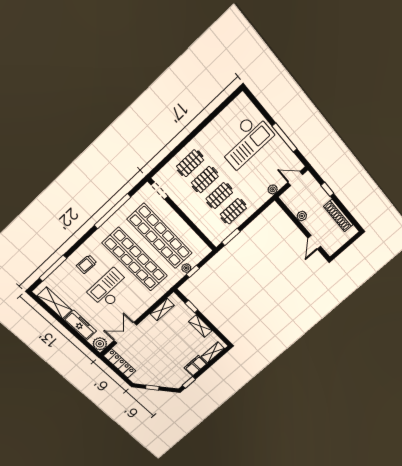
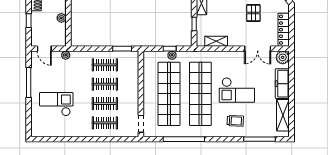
checkout: (245, 141) -> (56, 104), width x0.73, depth x0.83
pallet: (154, 354) -> (253, 13), added

